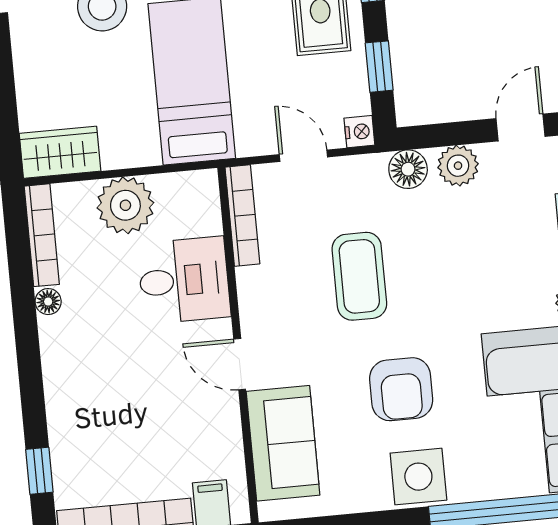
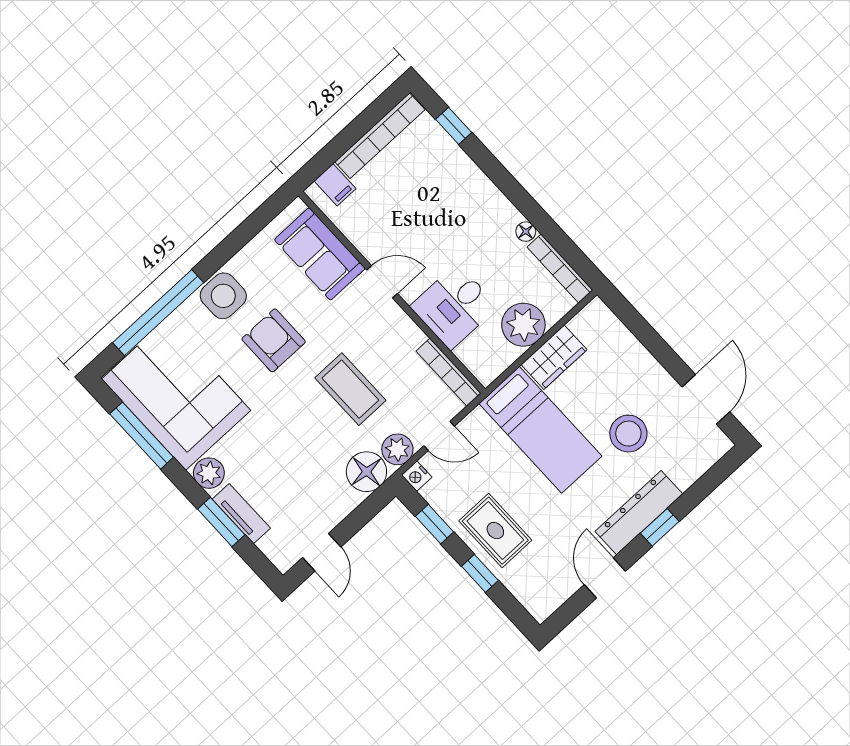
wardrobe: (60, 152) -> (554, 357), moved
plant: (458, 166) -> (397, 449), moved
floor lamp: (408, 169) -> (366, 472), width x1.38, depth x1.38

